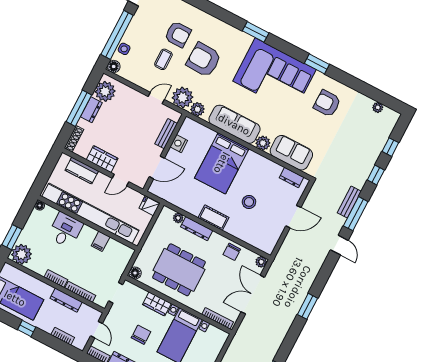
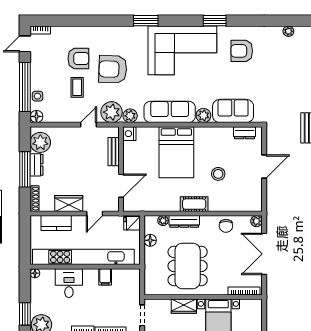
nightstand: (179, 144) -> (129, 134), moved
dining table: (179, 270) -> (188, 266), turned 90
floor lamp: (135, 273) -> (150, 240), moved

